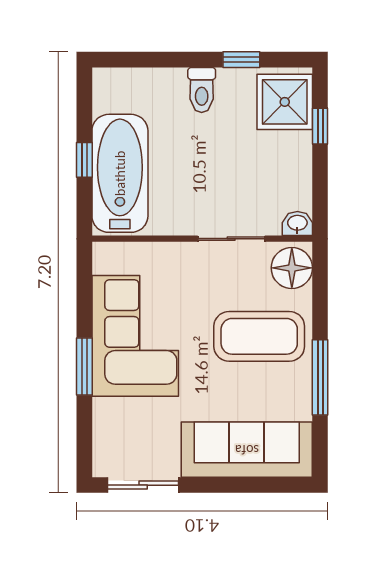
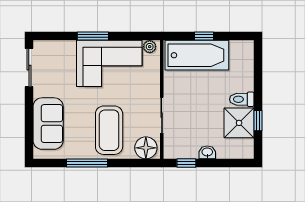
shower: (285, 102) -> (239, 123), moved
window: (320, 126) -> (186, 163), moved
washbasin: (297, 223) -> (207, 152), moved, turned -90
plant: (104, 261) -> (150, 47), added
sofa: (247, 450) -> (48, 124), width x0.73

